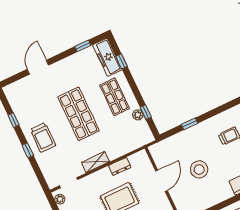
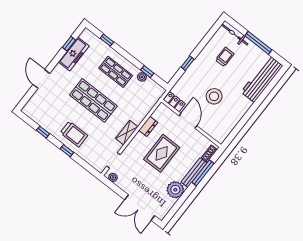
freezer: (107, 57) -> (74, 54), moved, turned -90
locker: (157, 155) -> (174, 102), added

